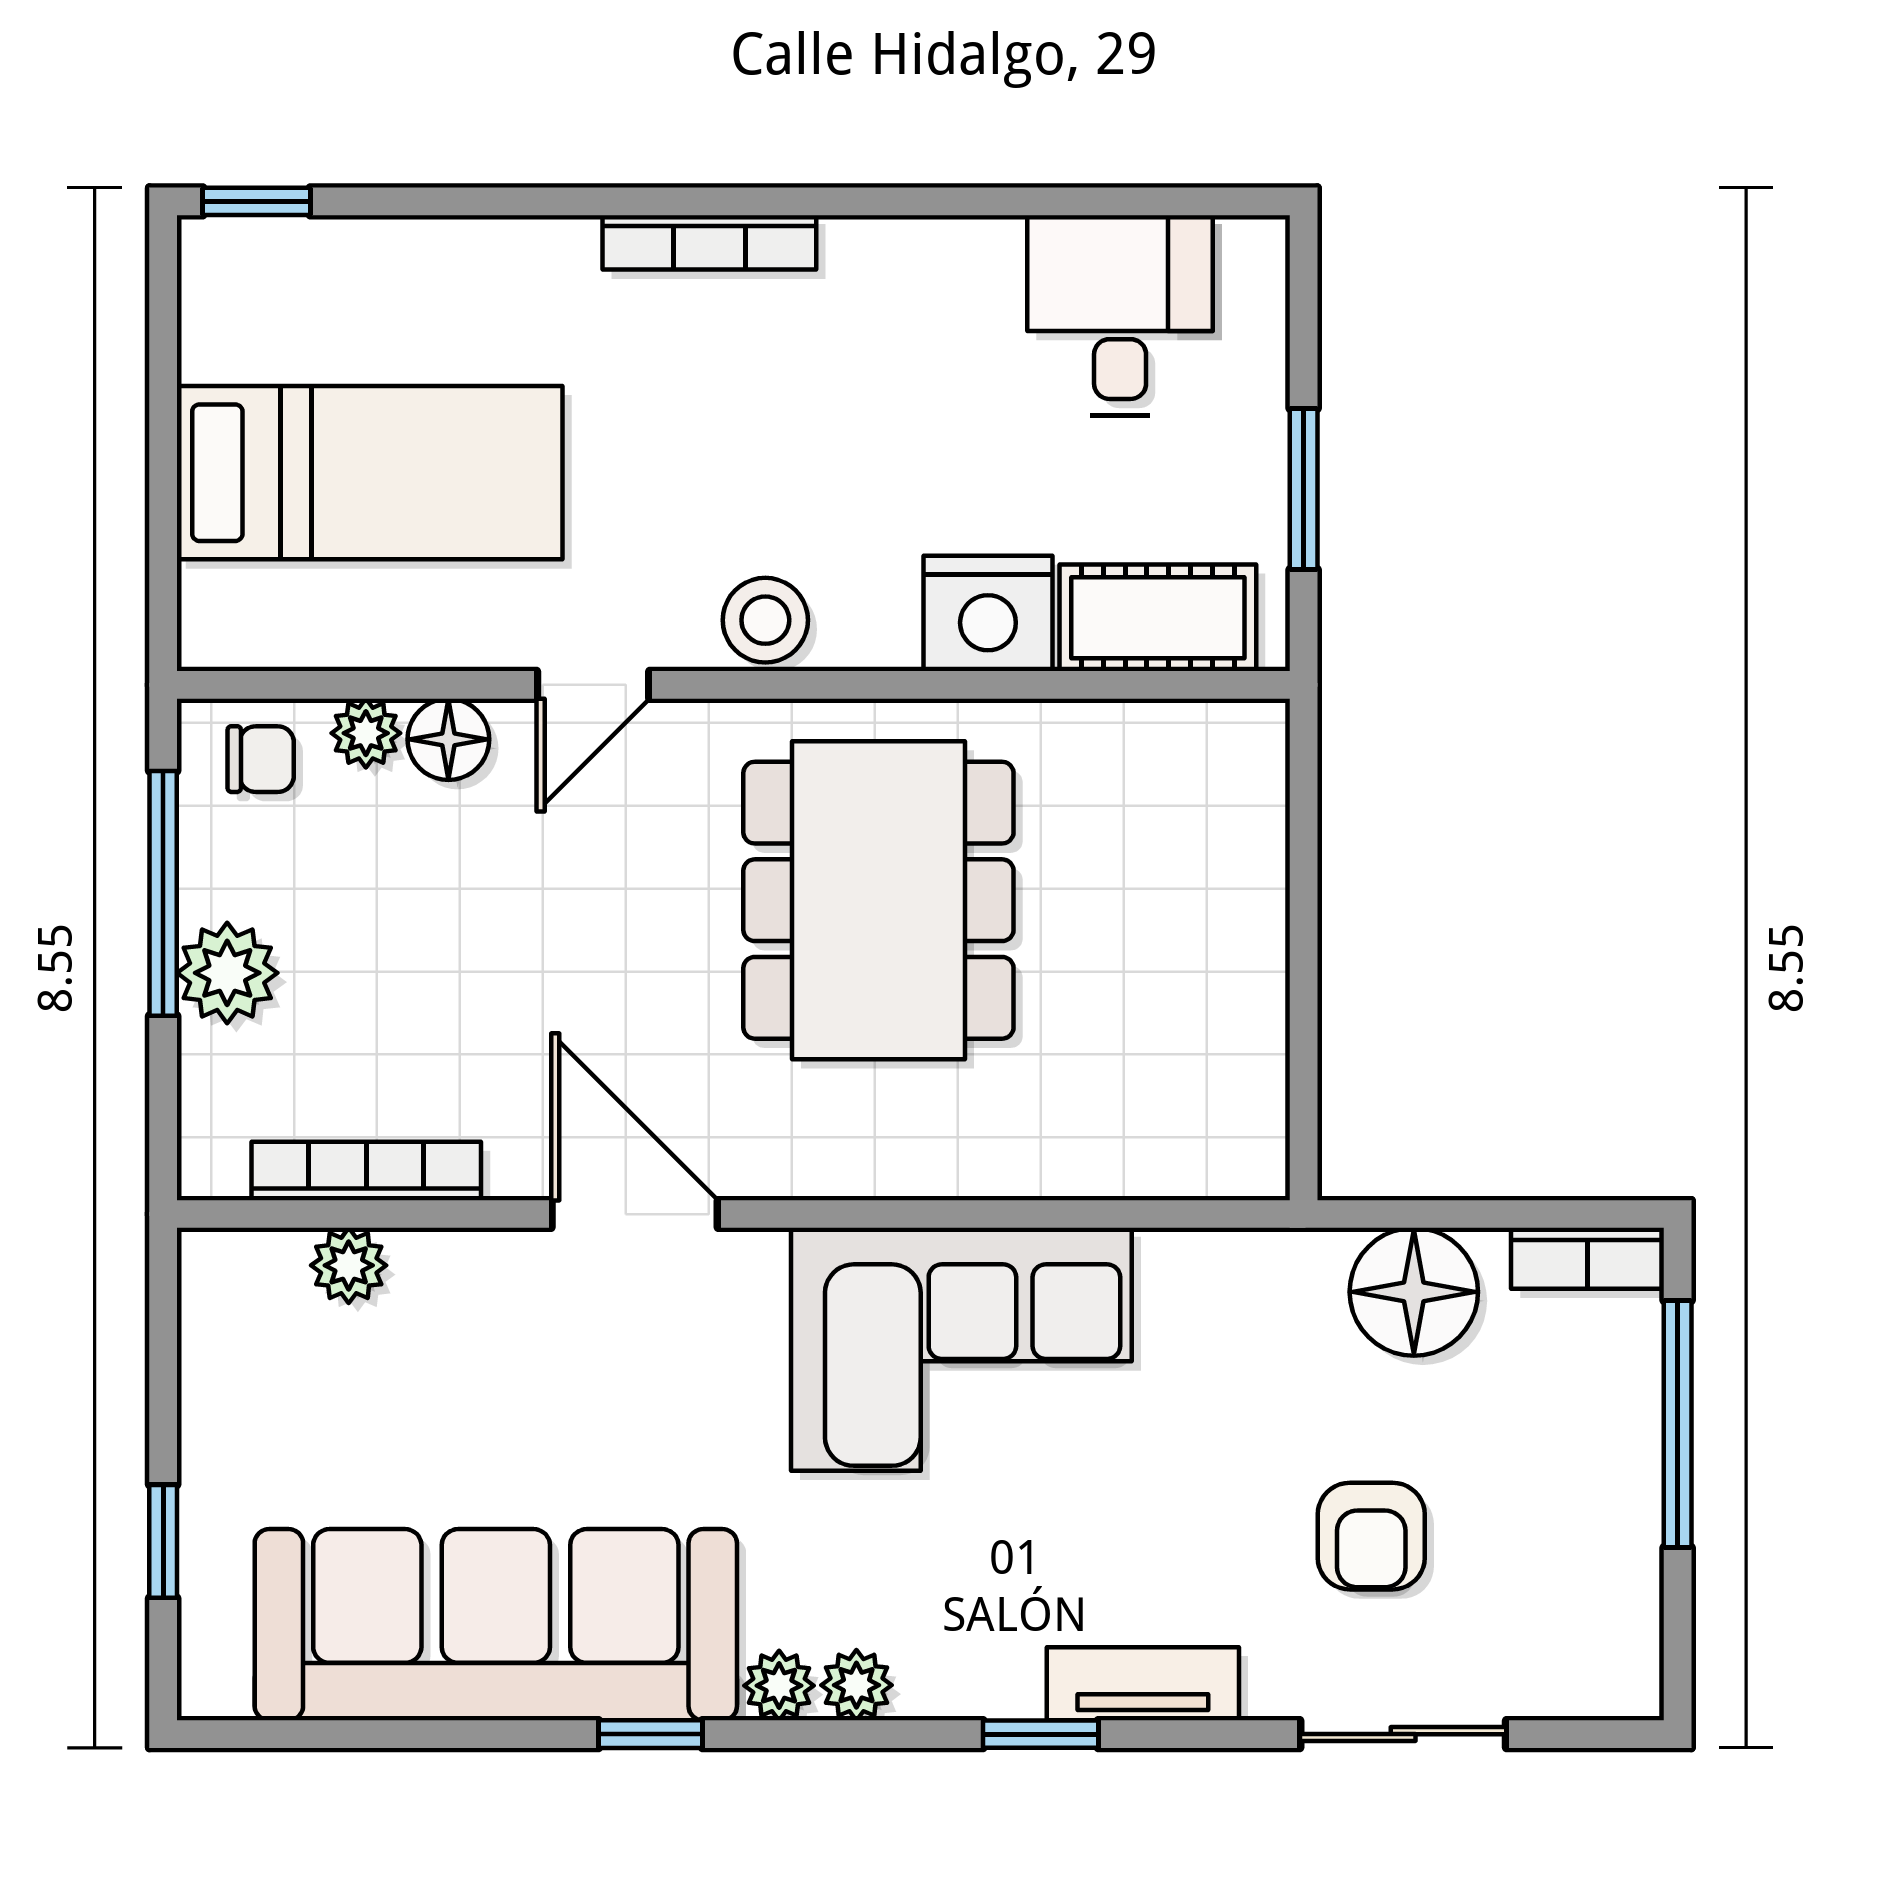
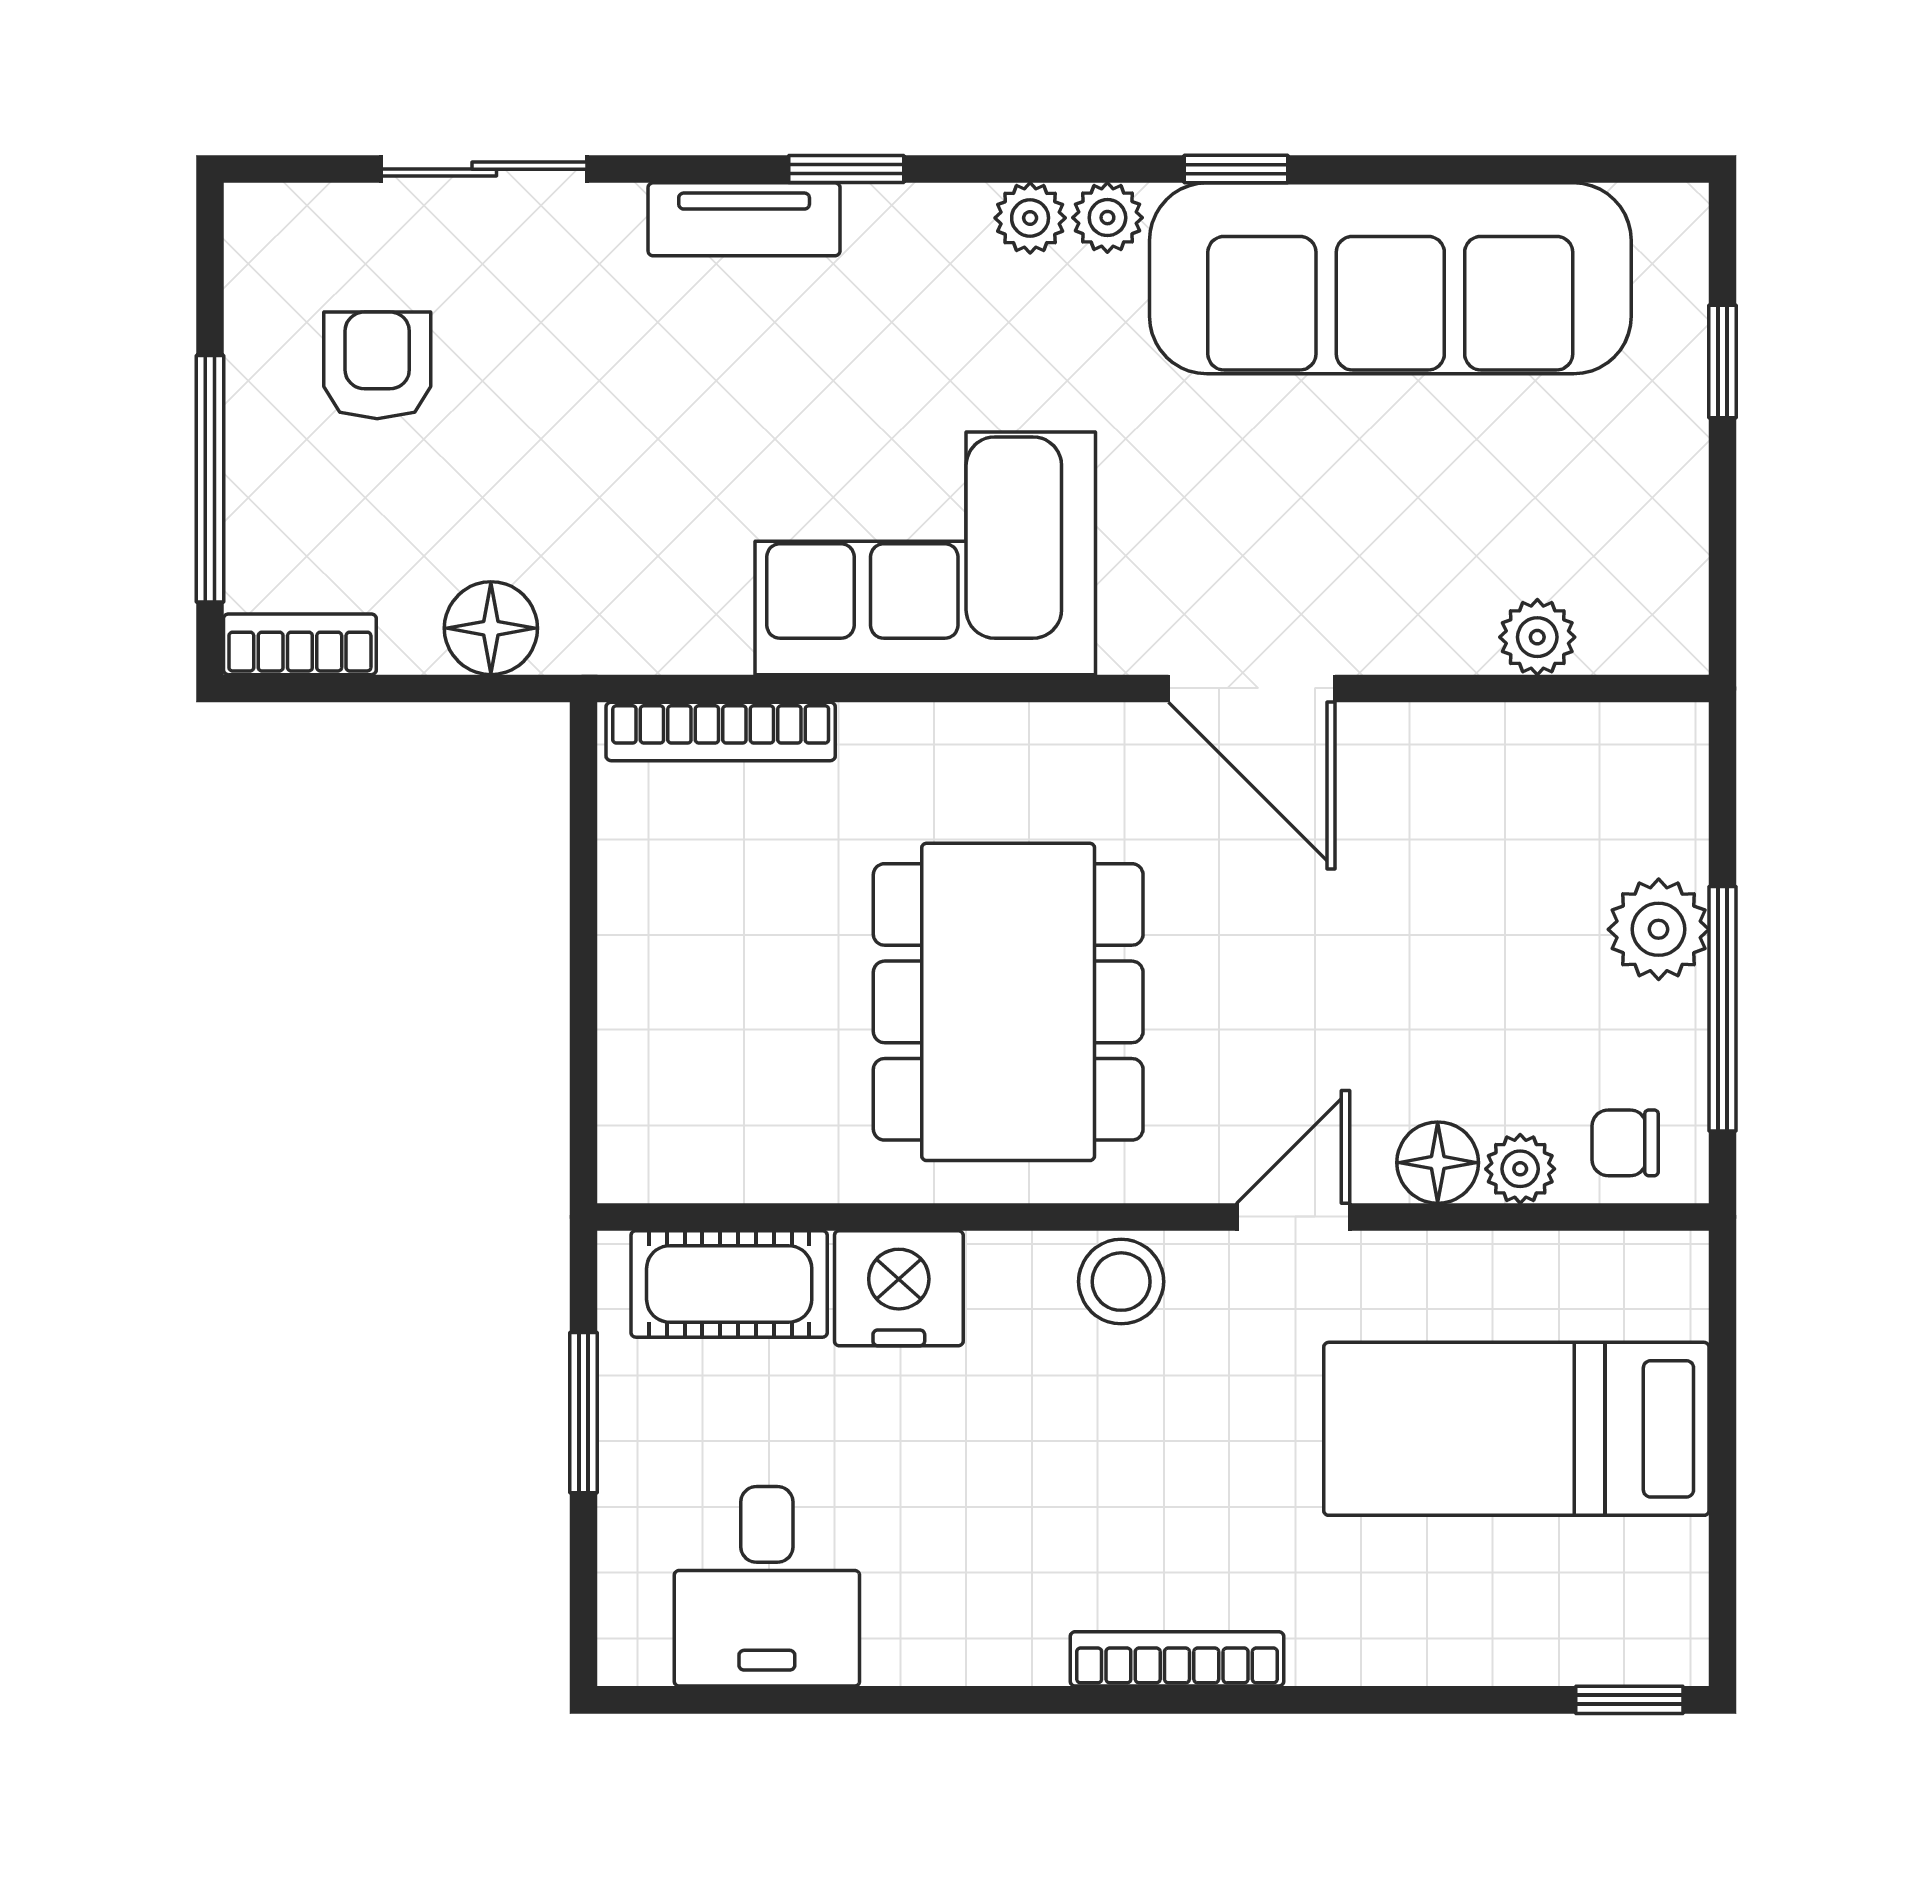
bookcase: (366, 1171) -> (721, 731), moved
floor lamp: (1414, 1292) -> (491, 628), width x0.73, depth x0.73
armchair: (1371, 1536) -> (377, 365), moved

